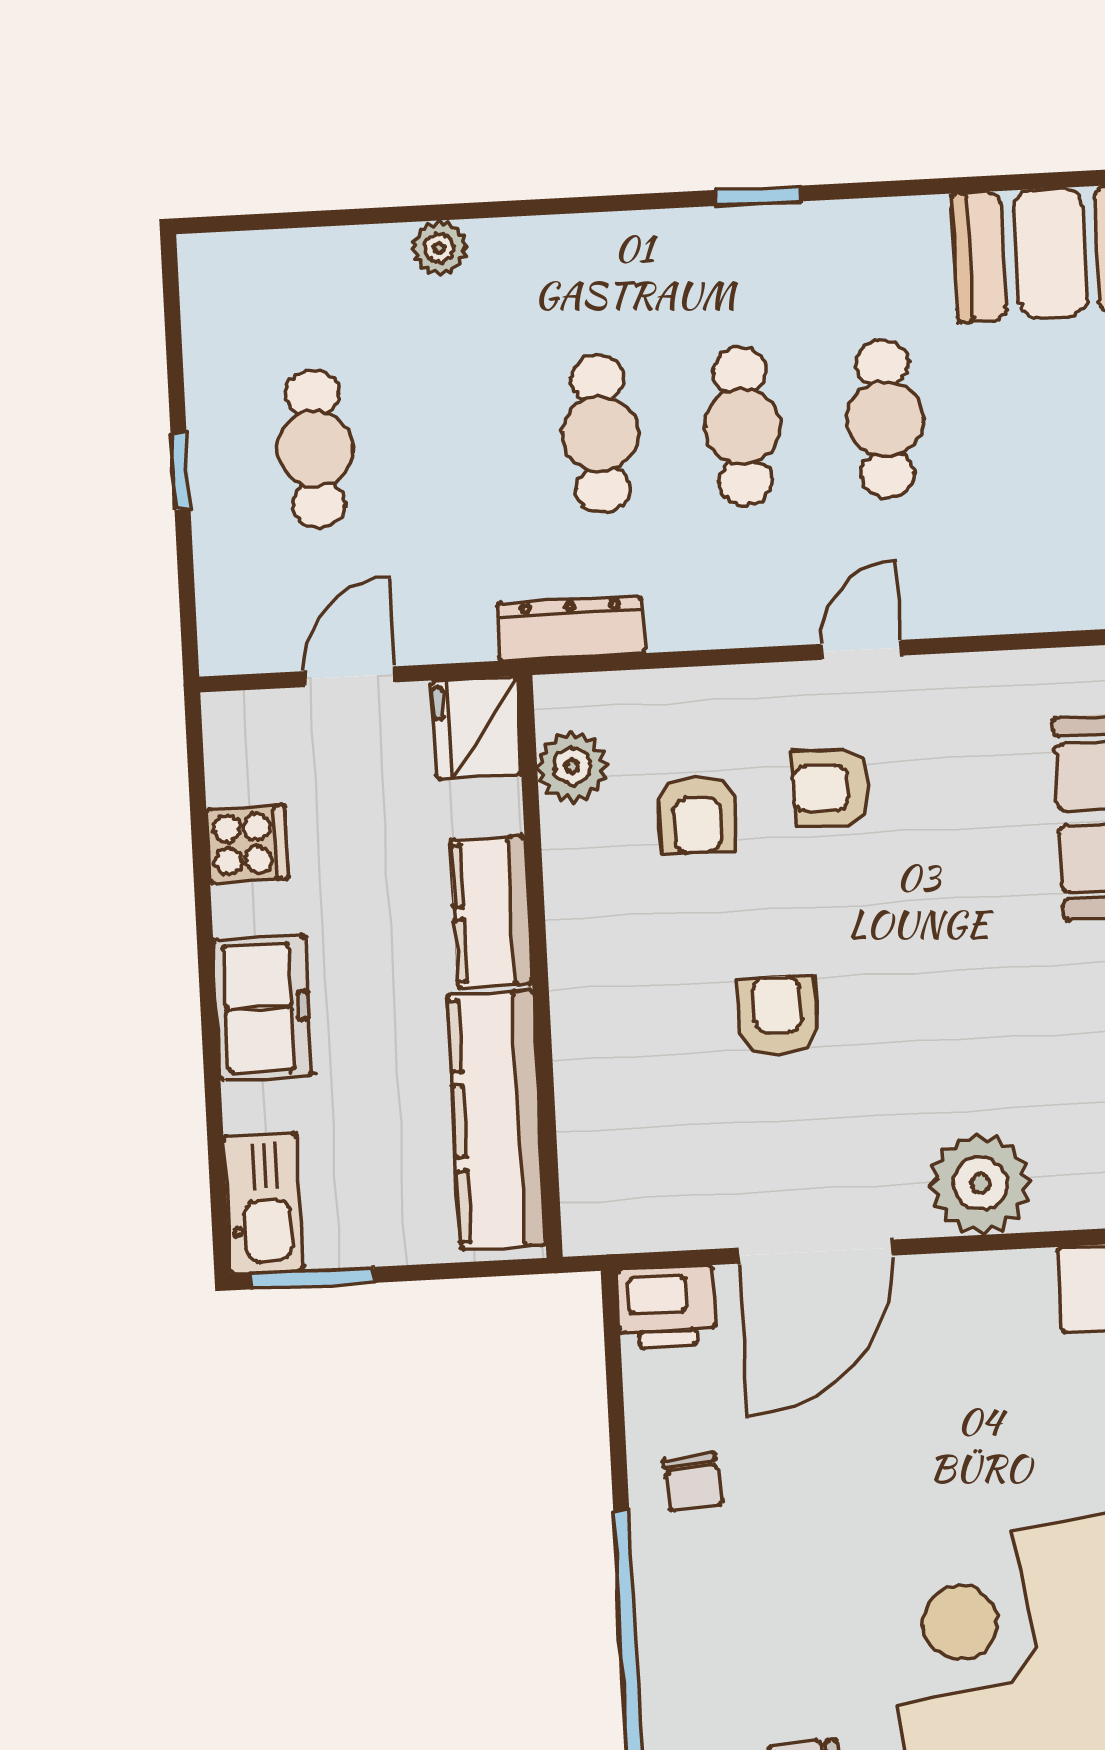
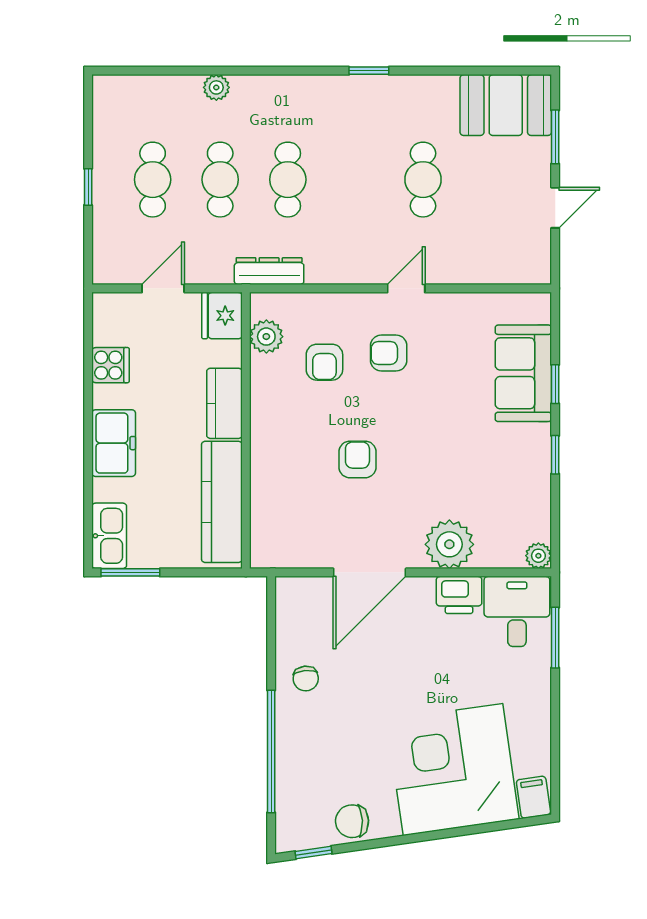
cafe table: (742, 426) -> (220, 180), moved
printer: (666, 1307) -> (459, 595), moved

